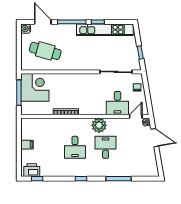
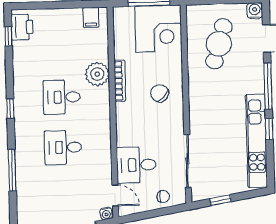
chair: (74, 88) -> (160, 93), added
plant: (99, 125) -> (97, 74), moved
filing cabinet: (27, 145) -> (91, 17), moved
desk: (106, 147) -> (63, 147), turned 180

